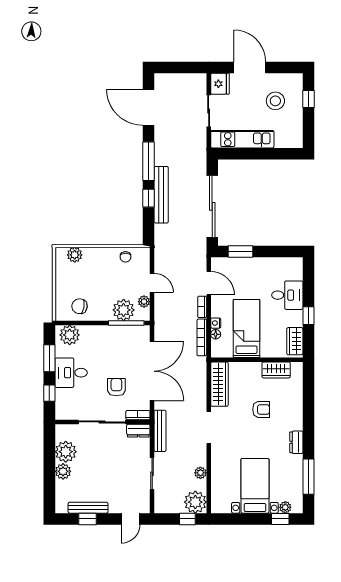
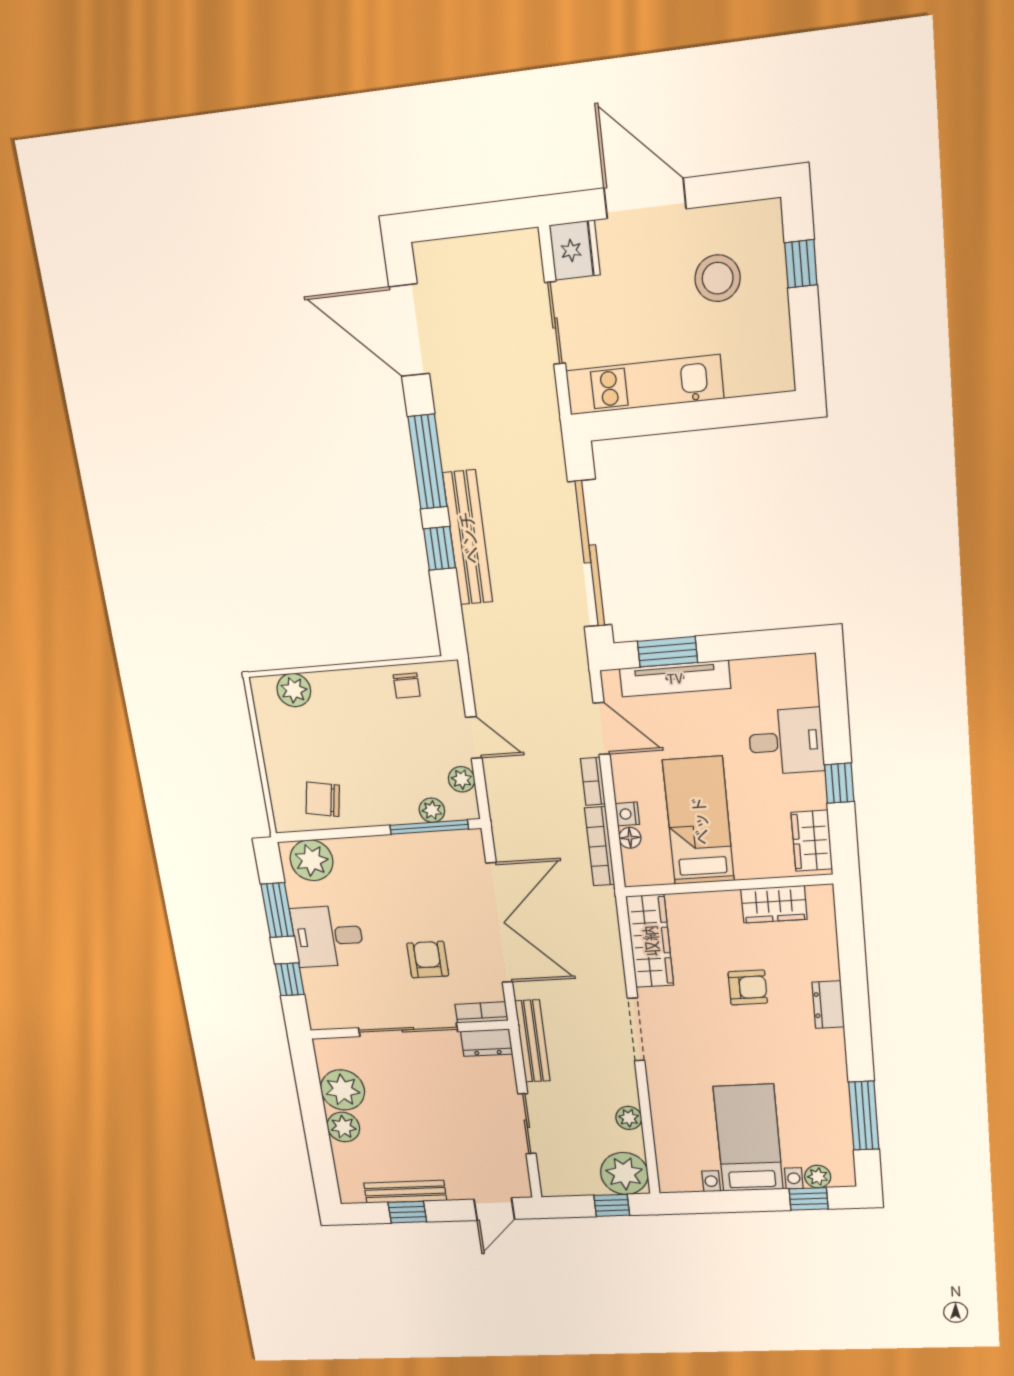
tv unit: (243, 263) -> (675, 678), added
plant: (124, 310) -> (432, 810), width x0.53, depth x0.53
dresser: (296, 442) -> (828, 1005), moved

